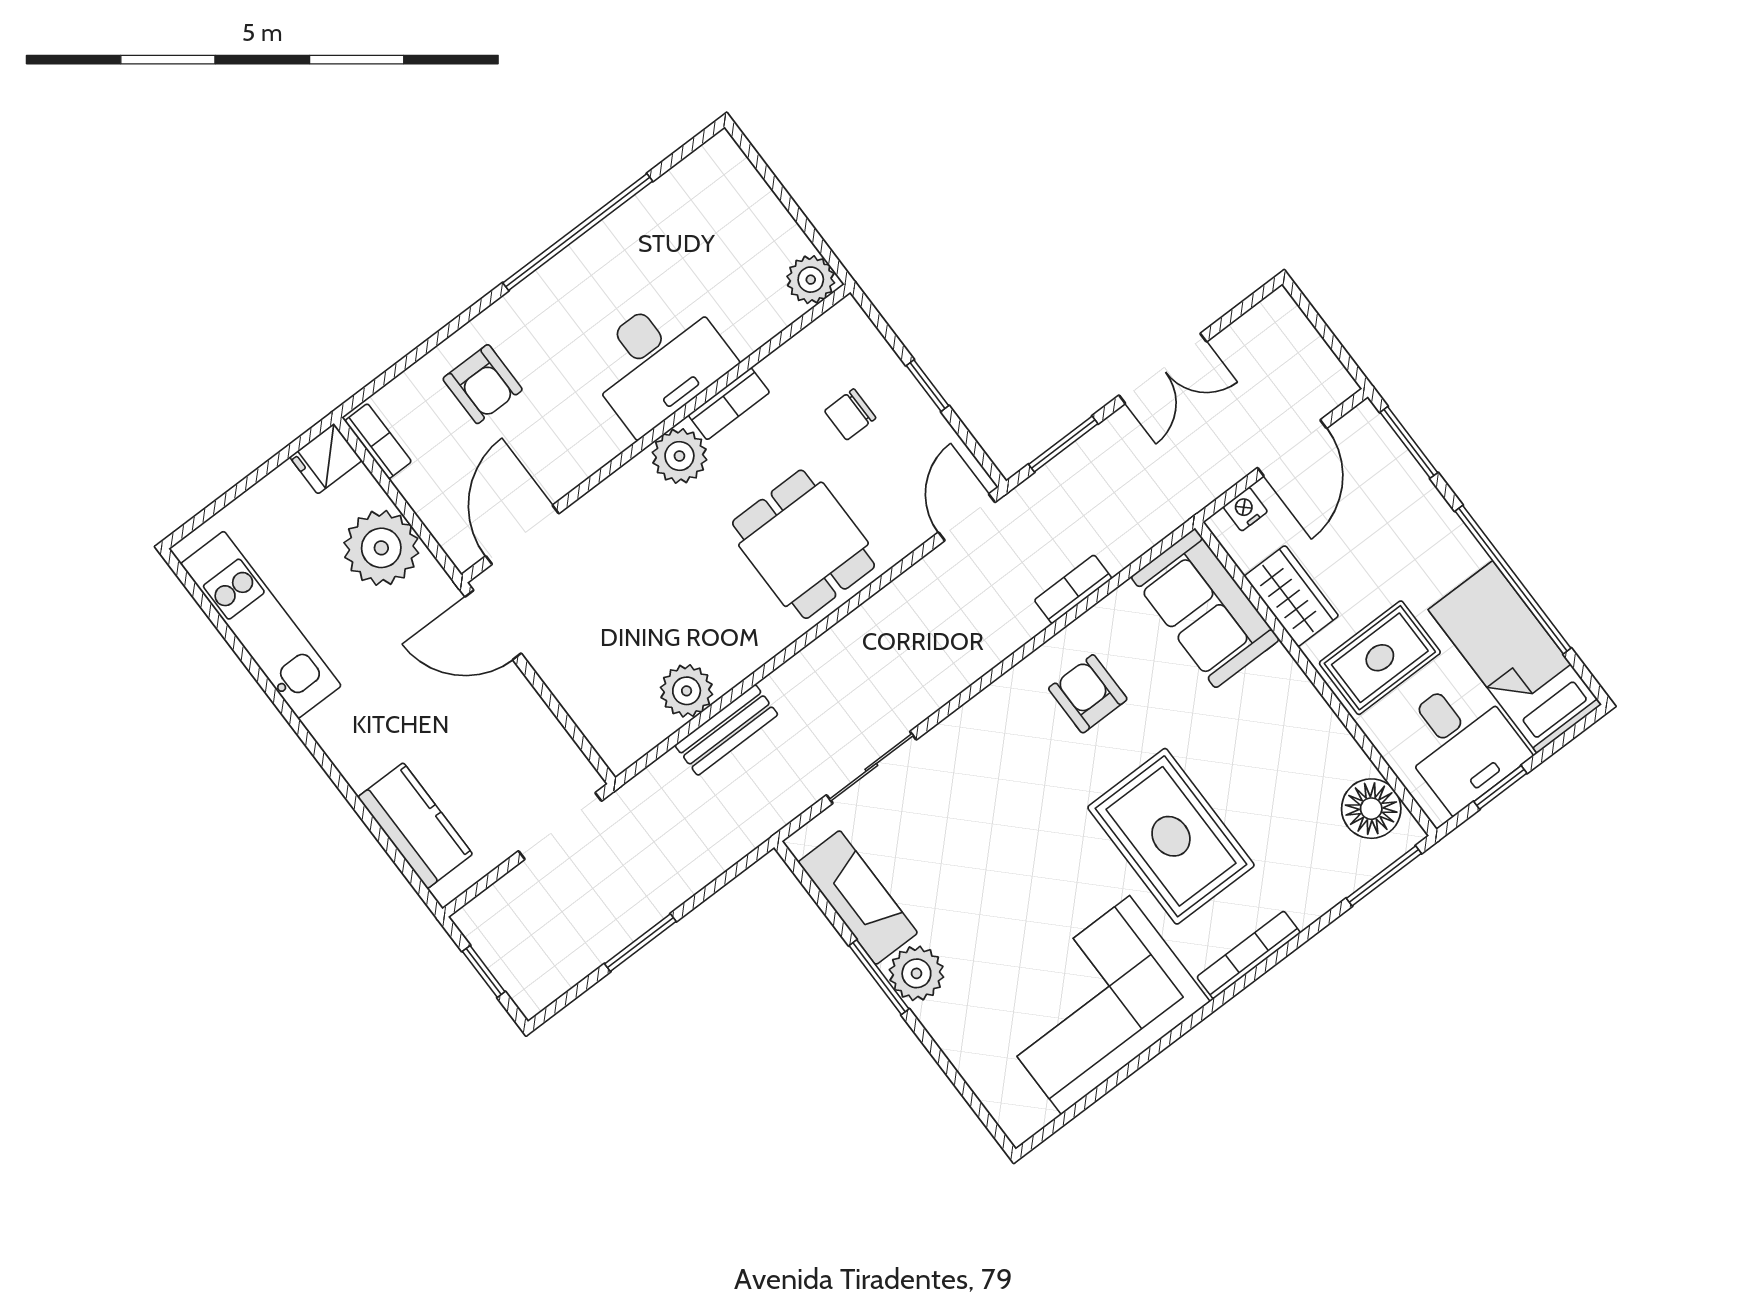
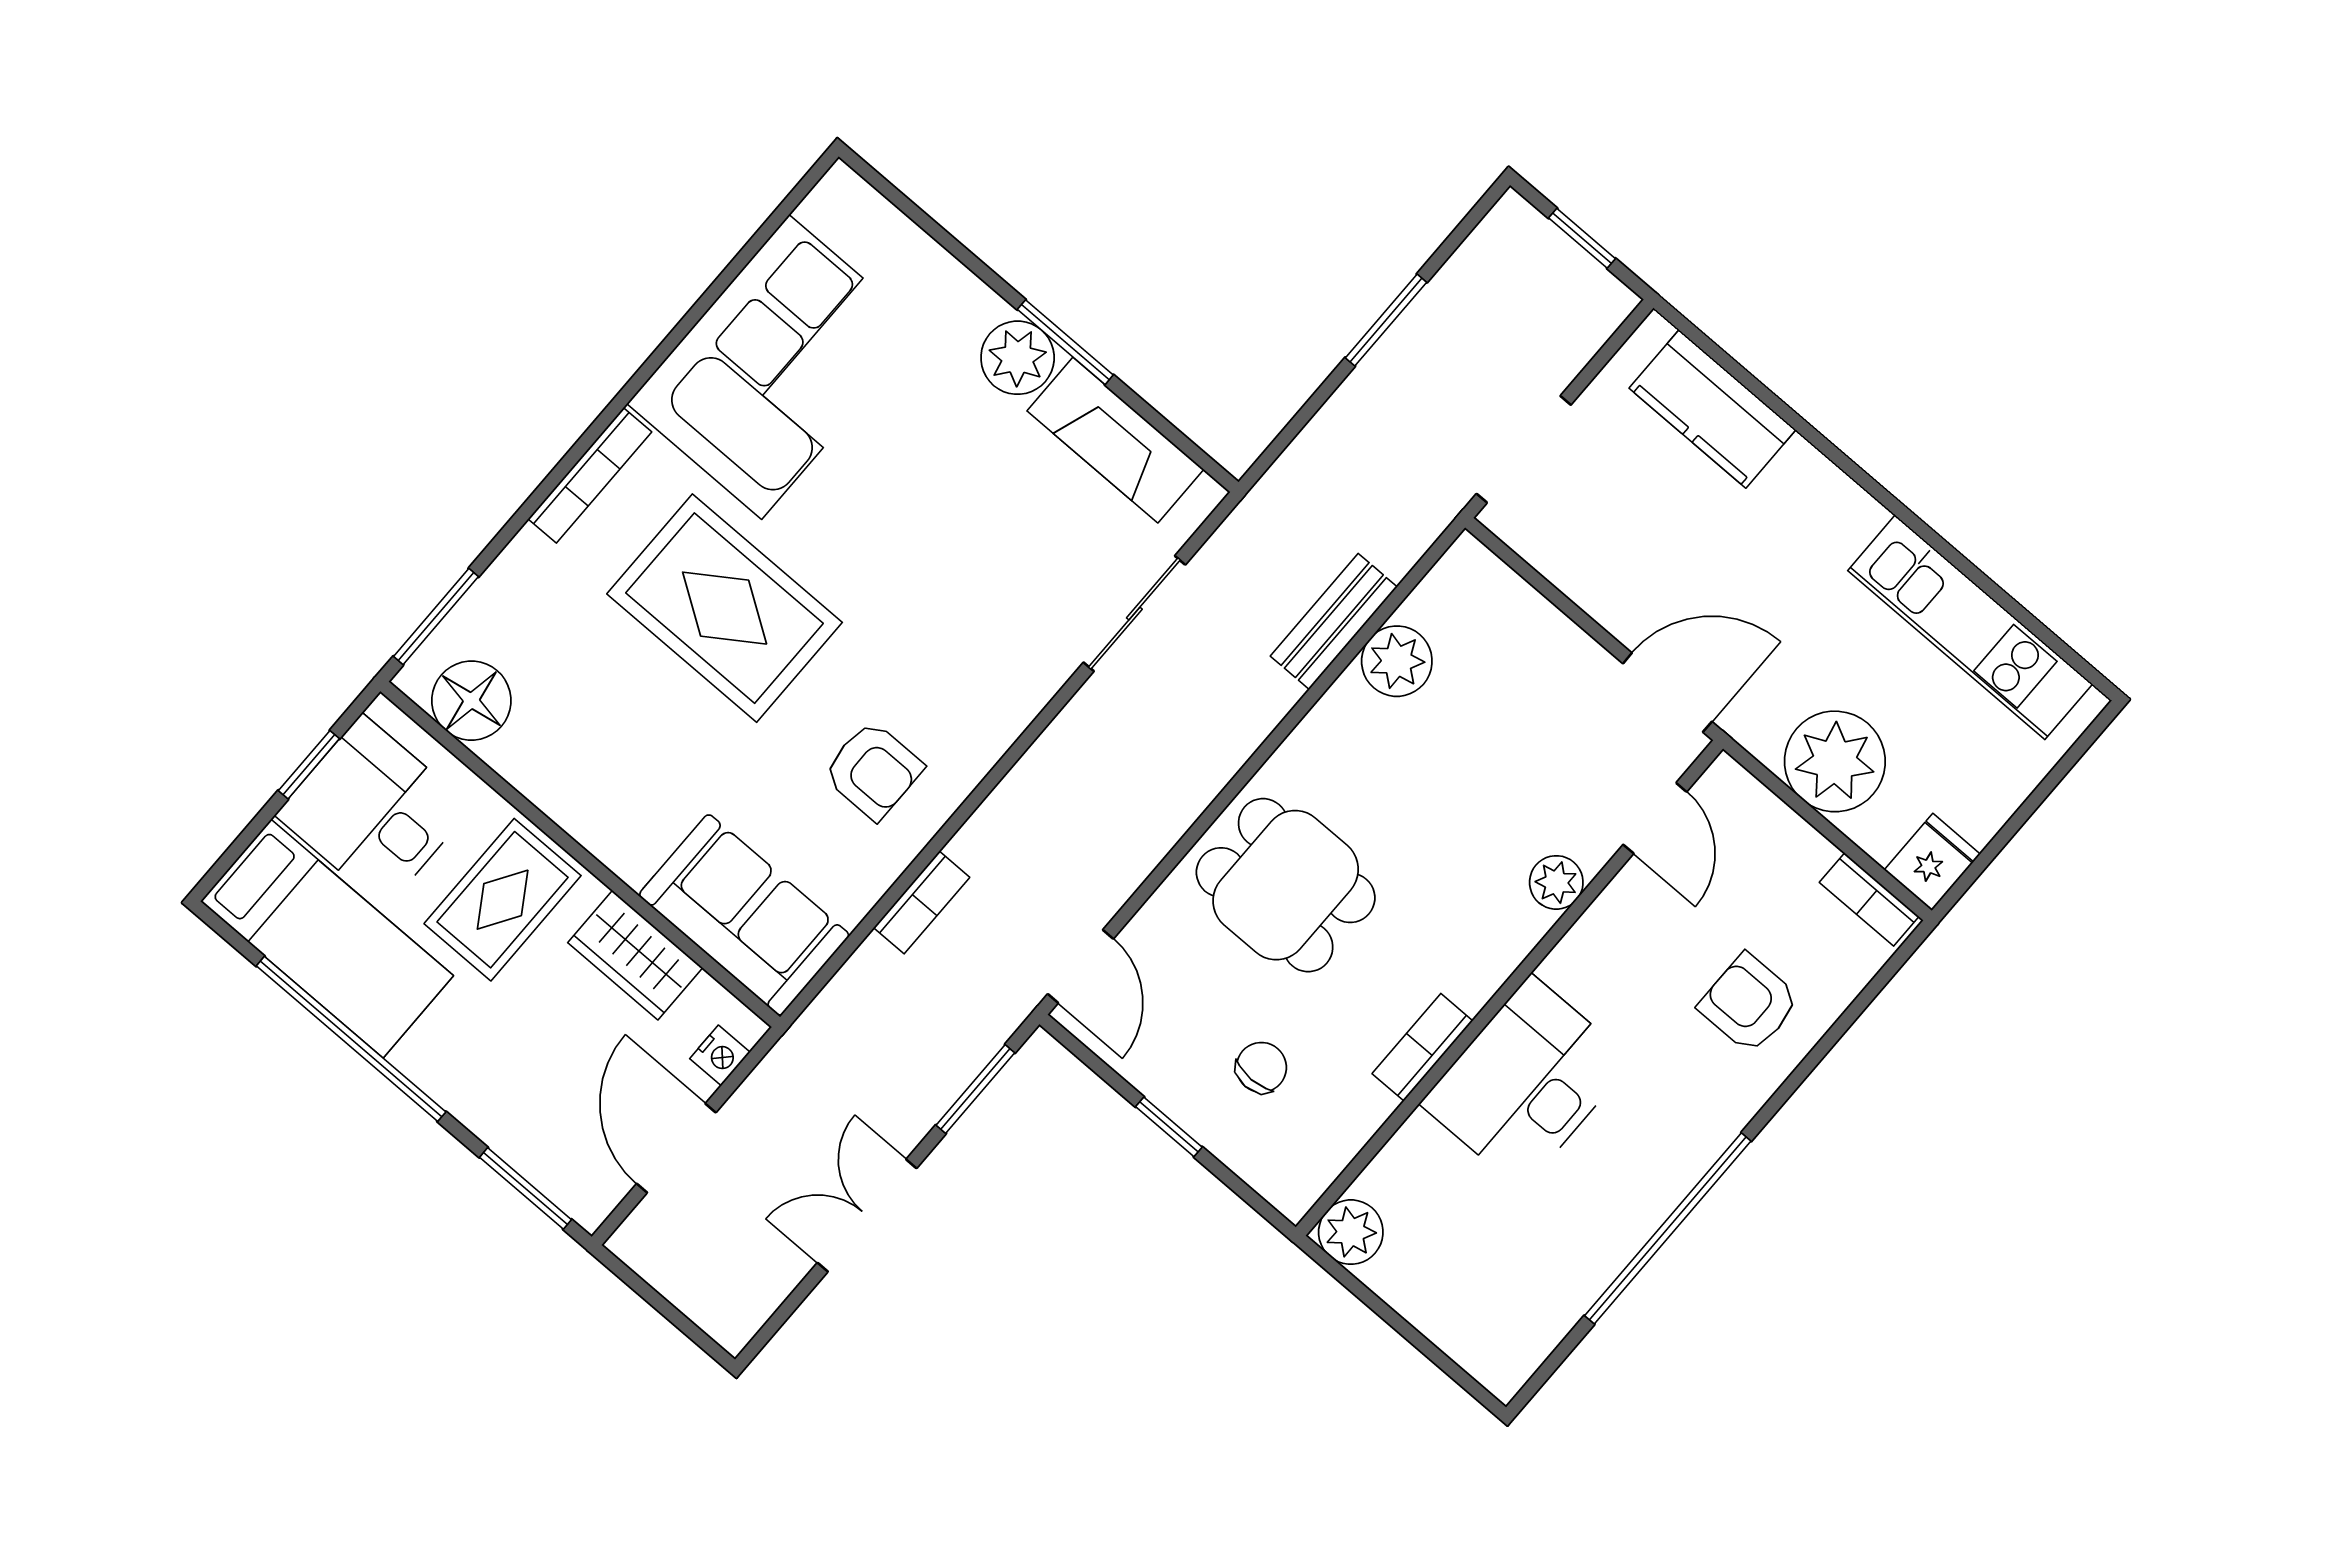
plant: (679, 456) -> (1556, 882), moved, width x0.73, depth x0.73
door: (522, 535) -> (1655, 818), width x0.73

